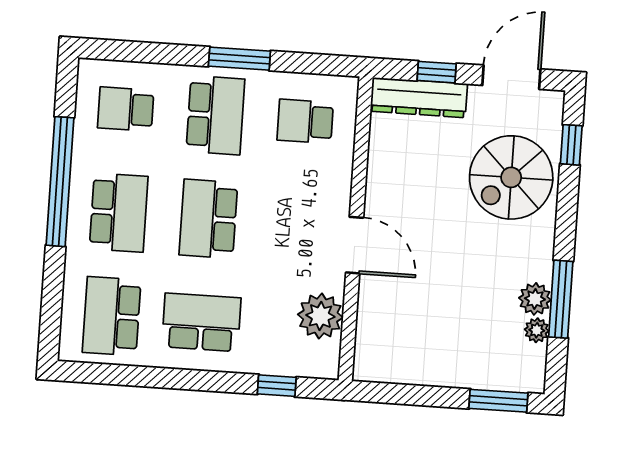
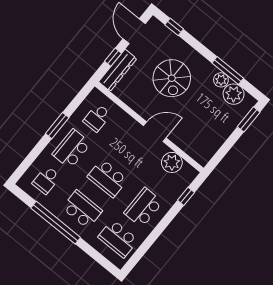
school desk: (215, 115) -> (72, 149), turned -90
spiral stairs: (511, 177) -> (172, 78), moved
plant: (537, 330) -> (234, 94), width x1.88, depth x1.88

